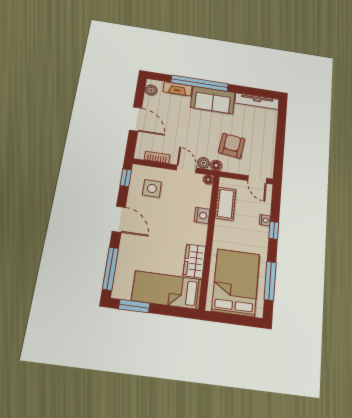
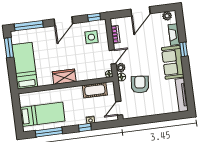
window: (200, 83) -> (184, 49), width x0.32
armchair: (232, 146) -> (140, 84), turned -91
nightstand: (202, 215) -> (82, 76), removed
wardrobe: (194, 261) -> (64, 77), moved
bed: (236, 282) -> (42, 114), width x0.67

